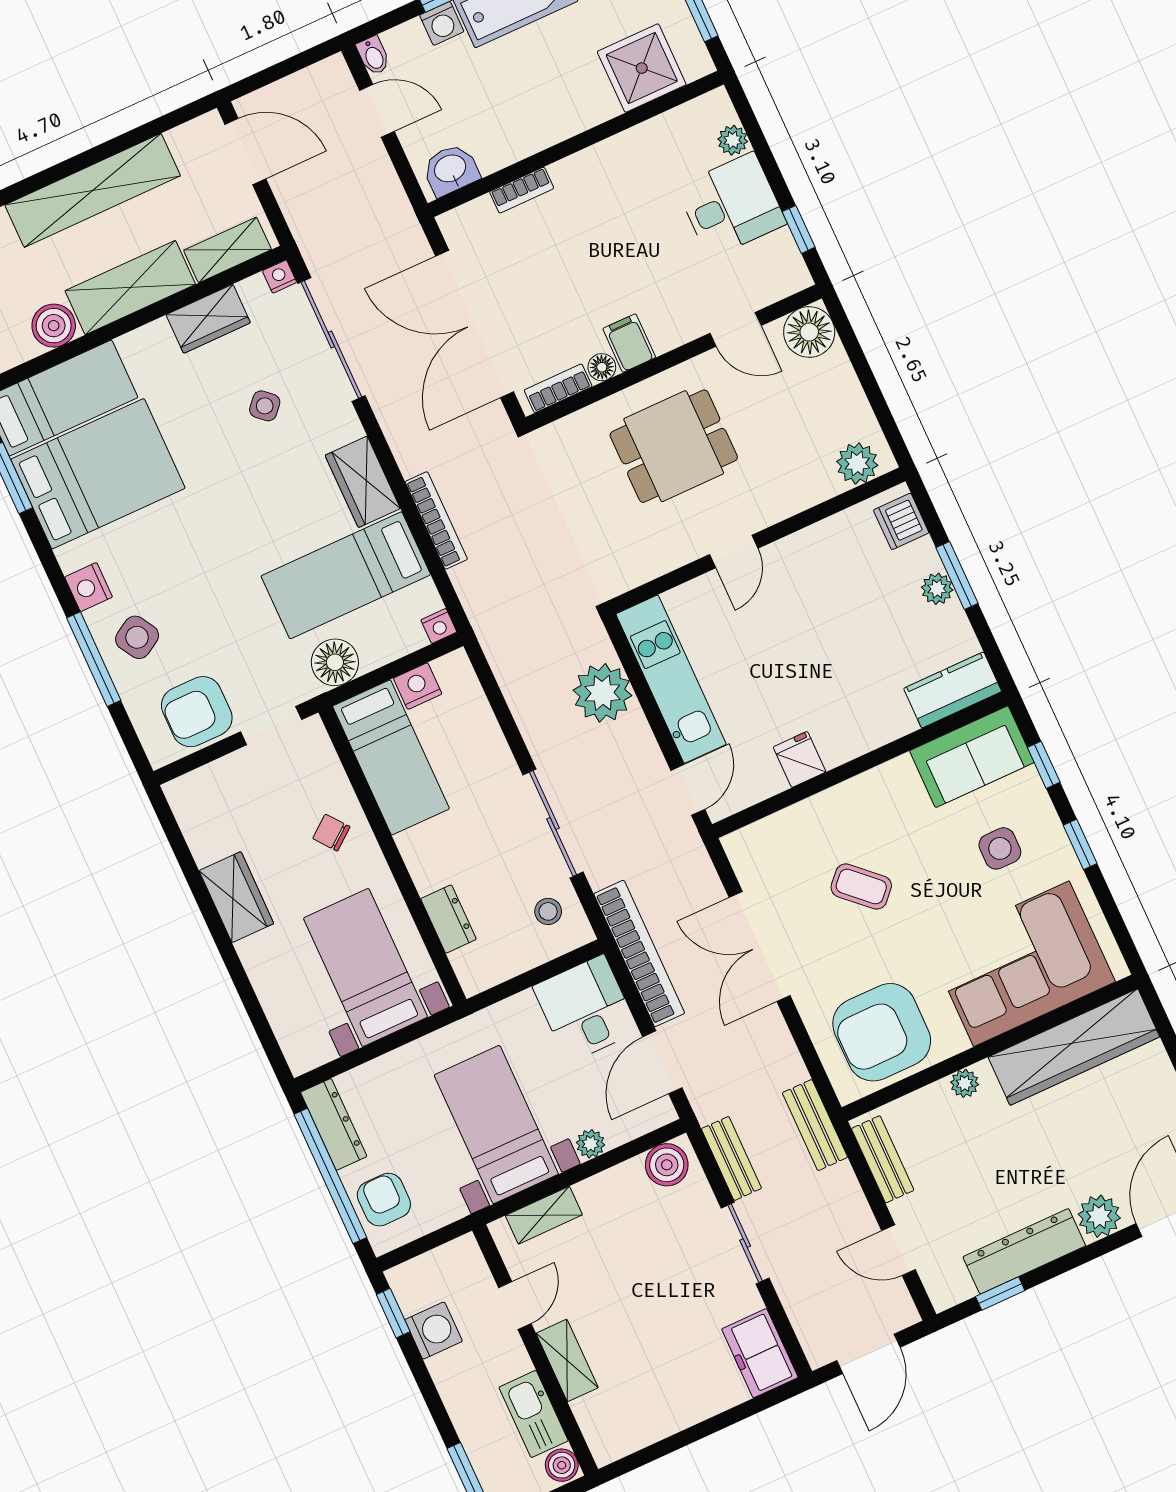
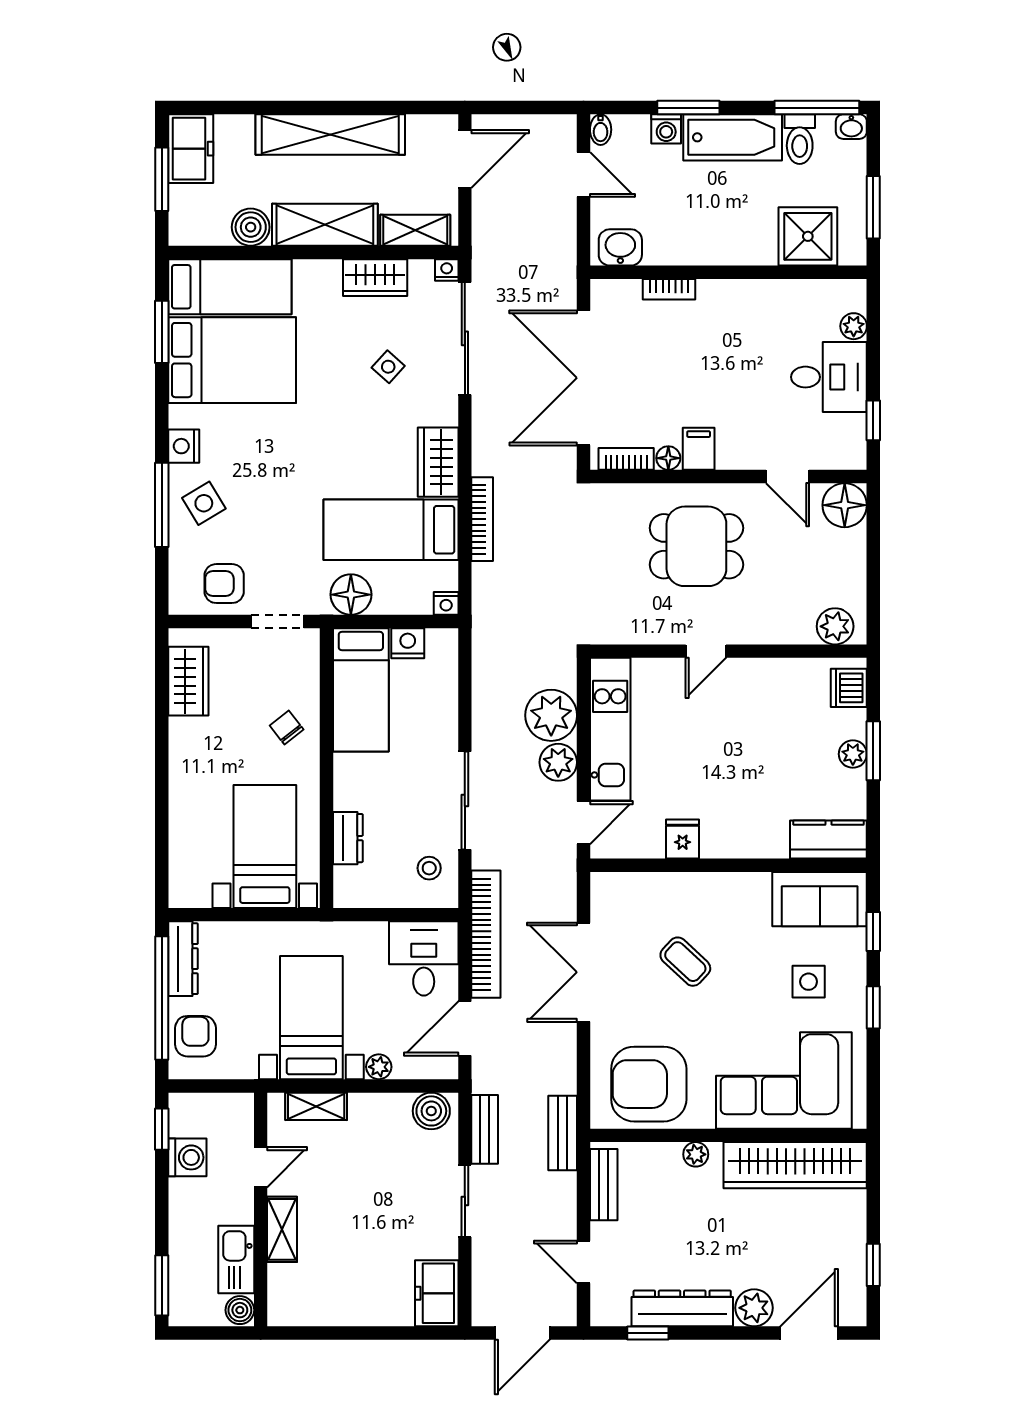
door: (245, 152) -> (465, 159), hinge flipped
armchair: (197, 712) -> (224, 584), width x0.72, depth x0.72
plant: (633, 739) -> (558, 762), added
wardrobe: (236, 897) -> (188, 681), moved

